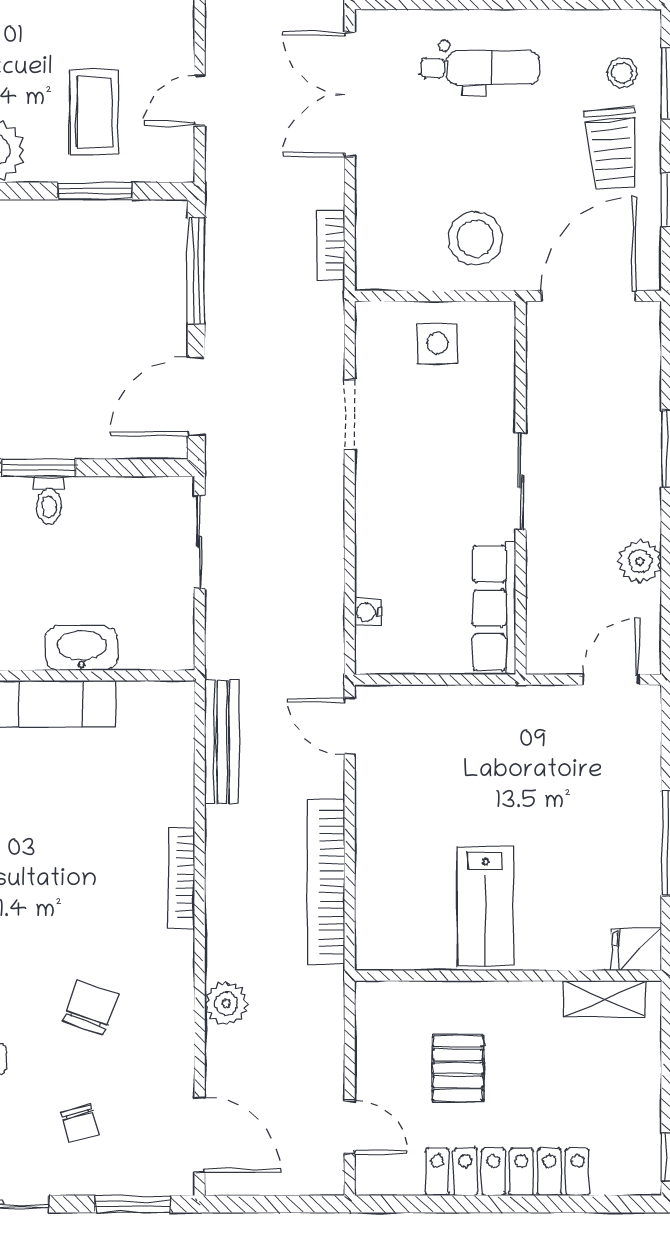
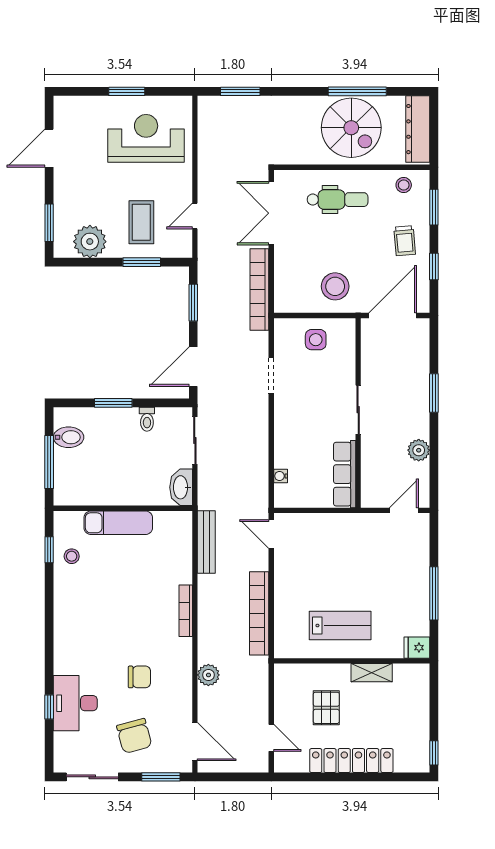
stool: (622, 73) -> (404, 185), moved
trolley: (612, 149) -> (405, 241), width x0.73, depth x0.72
bookcase: (331, 245) -> (259, 290), width x2.31, depth x1.31
window: (196, 271) -> (193, 303), width x0.69
toilet: (49, 500) -> (147, 419), moved
washbasin: (82, 648) -> (181, 487), moved, turned -90
lab bench: (485, 906) -> (340, 626), turned -90
shelving: (604, 999) -> (372, 673), moved
chair: (90, 1007) -> (139, 677), turned 70
chair: (80, 1123) -> (134, 736), width x1.87, depth x1.87

